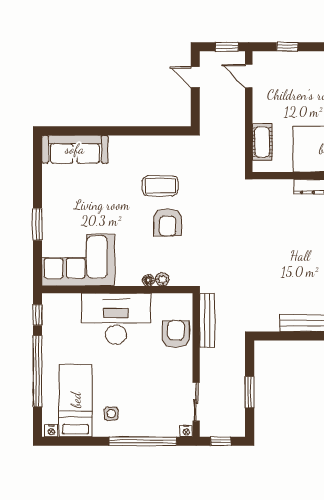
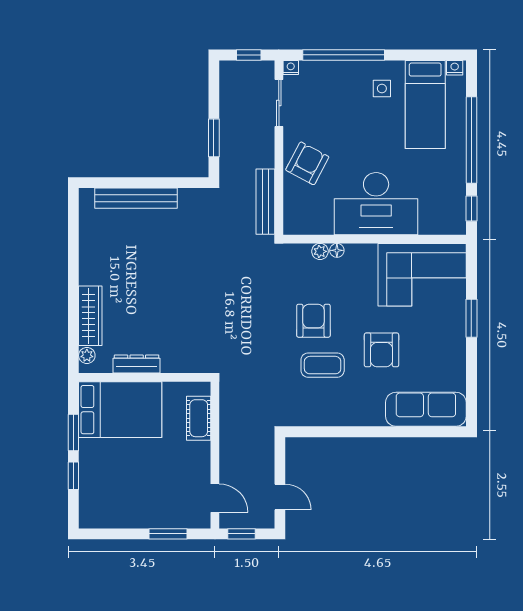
window: (287, 47) -> (168, 534), width x1.50
armchair: (112, 198) -> (382, 350), added
armchair: (176, 334) -> (307, 163), moved, turned -152
window: (250, 392) -> (214, 138), moved

